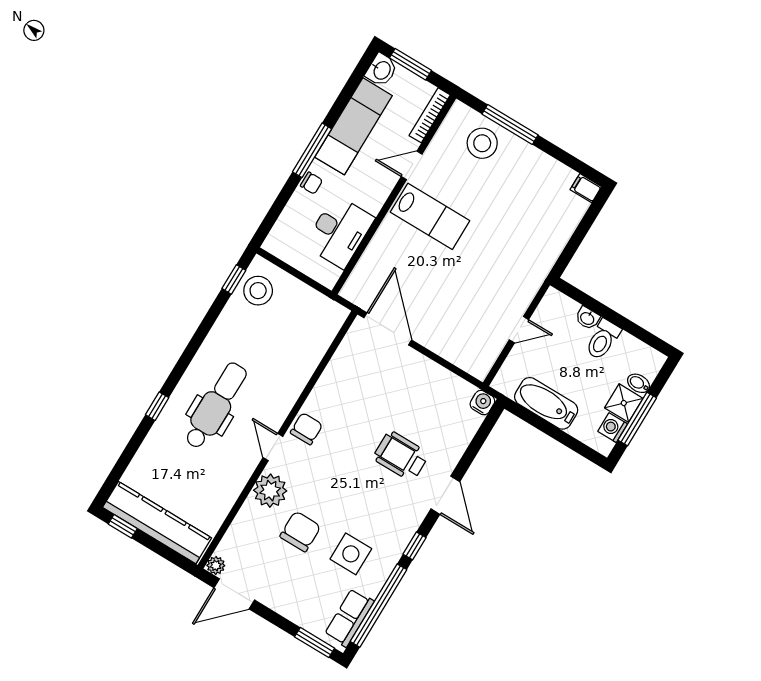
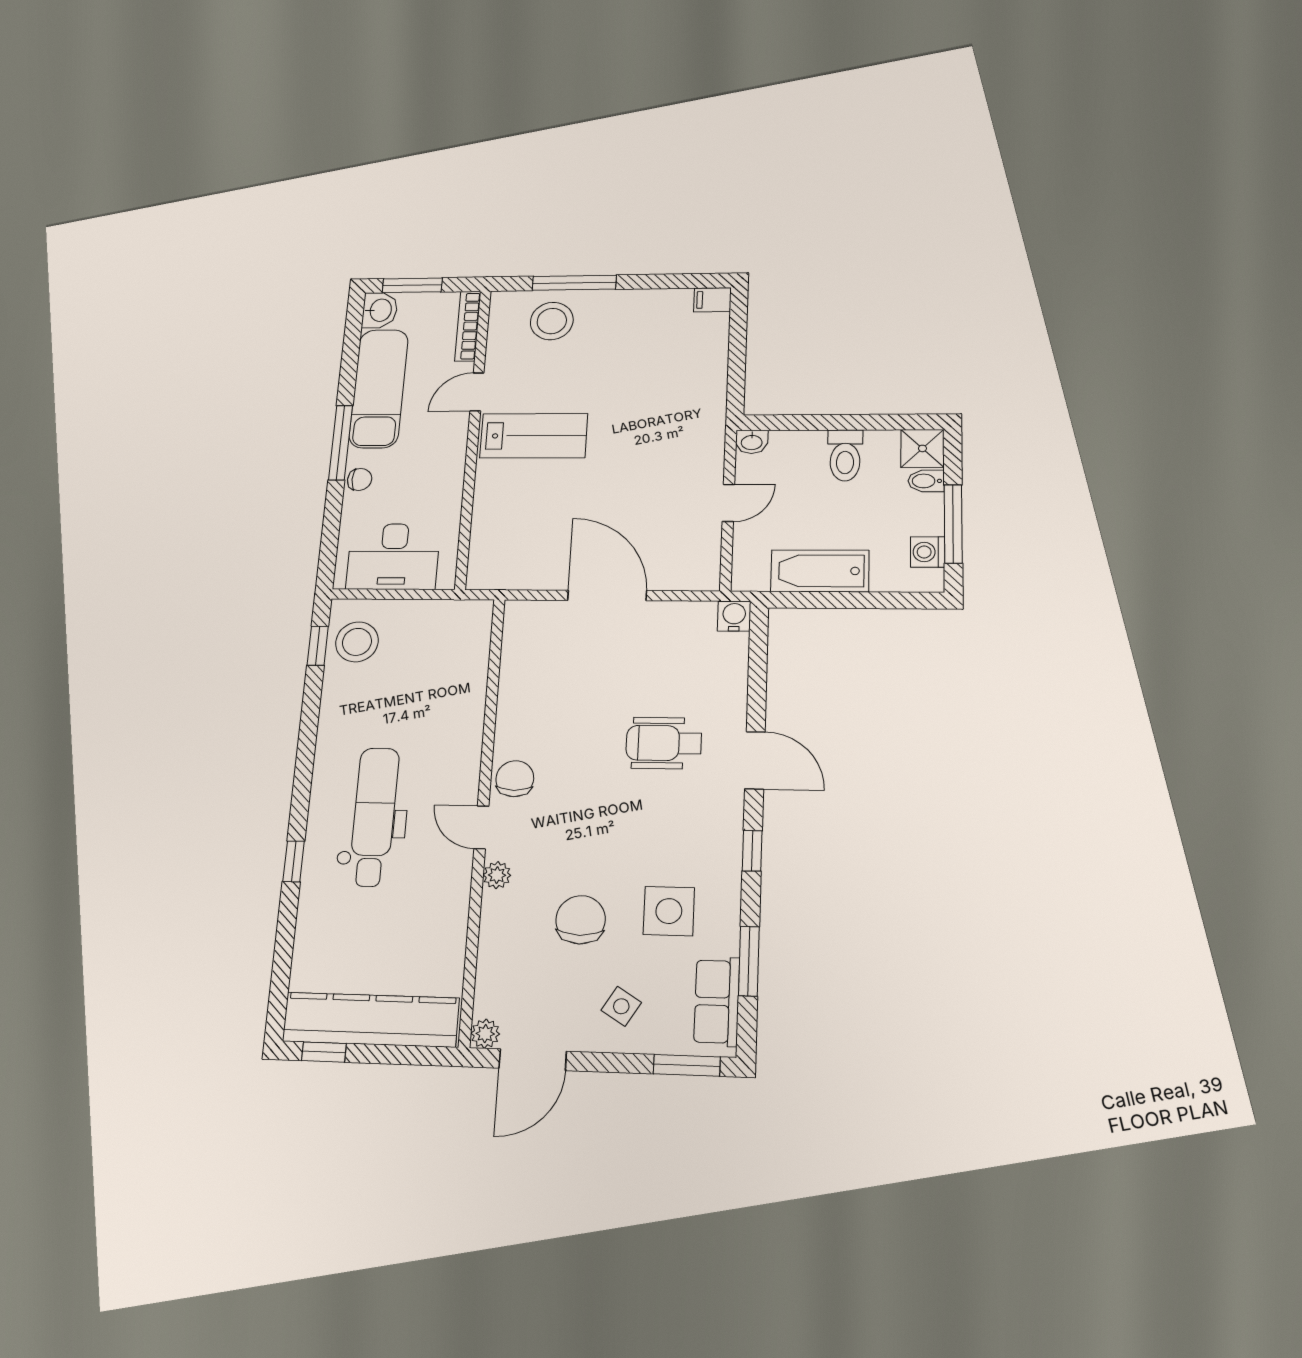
desk: (339, 232) -> (393, 557), moved, turned 90
washbasin: (587, 318) -> (752, 442), moved
door: (388, 329) -> (607, 595), moved
shower: (624, 403) -> (922, 448), moved
plant: (270, 491) -> (497, 875), width x0.53, depth x0.53
side table: (297, 592) -> (621, 1006), added
window: (378, 606) -> (749, 961), width x0.47

